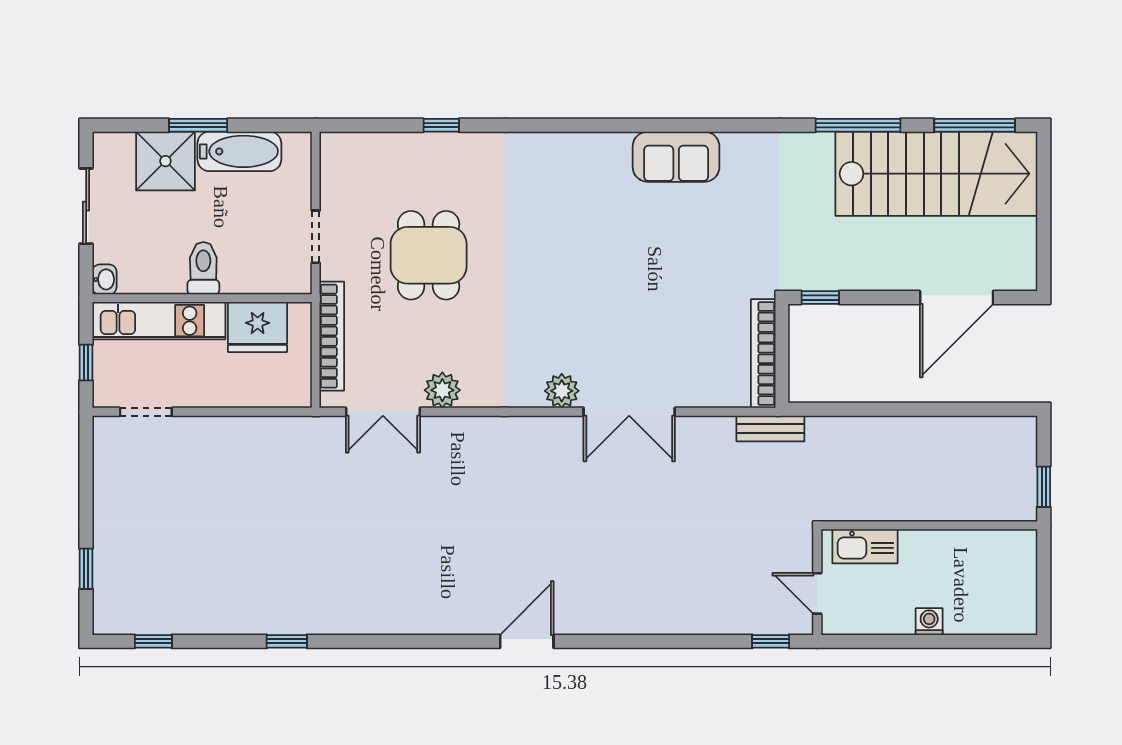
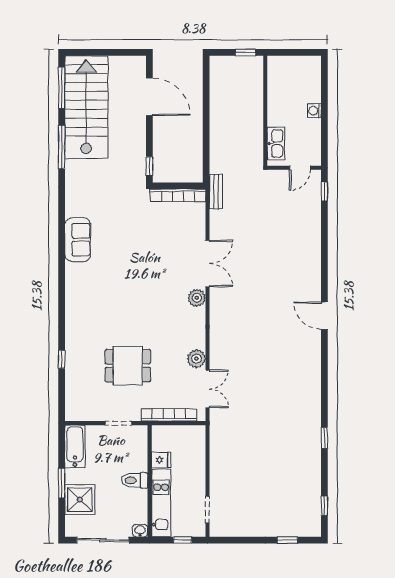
bathtub: (239, 151) -> (75, 446), moved
sliding door: (86, 206) -> (103, 540), width x1.37
fridge: (258, 327) -> (161, 460), width x0.53, depth x0.75

